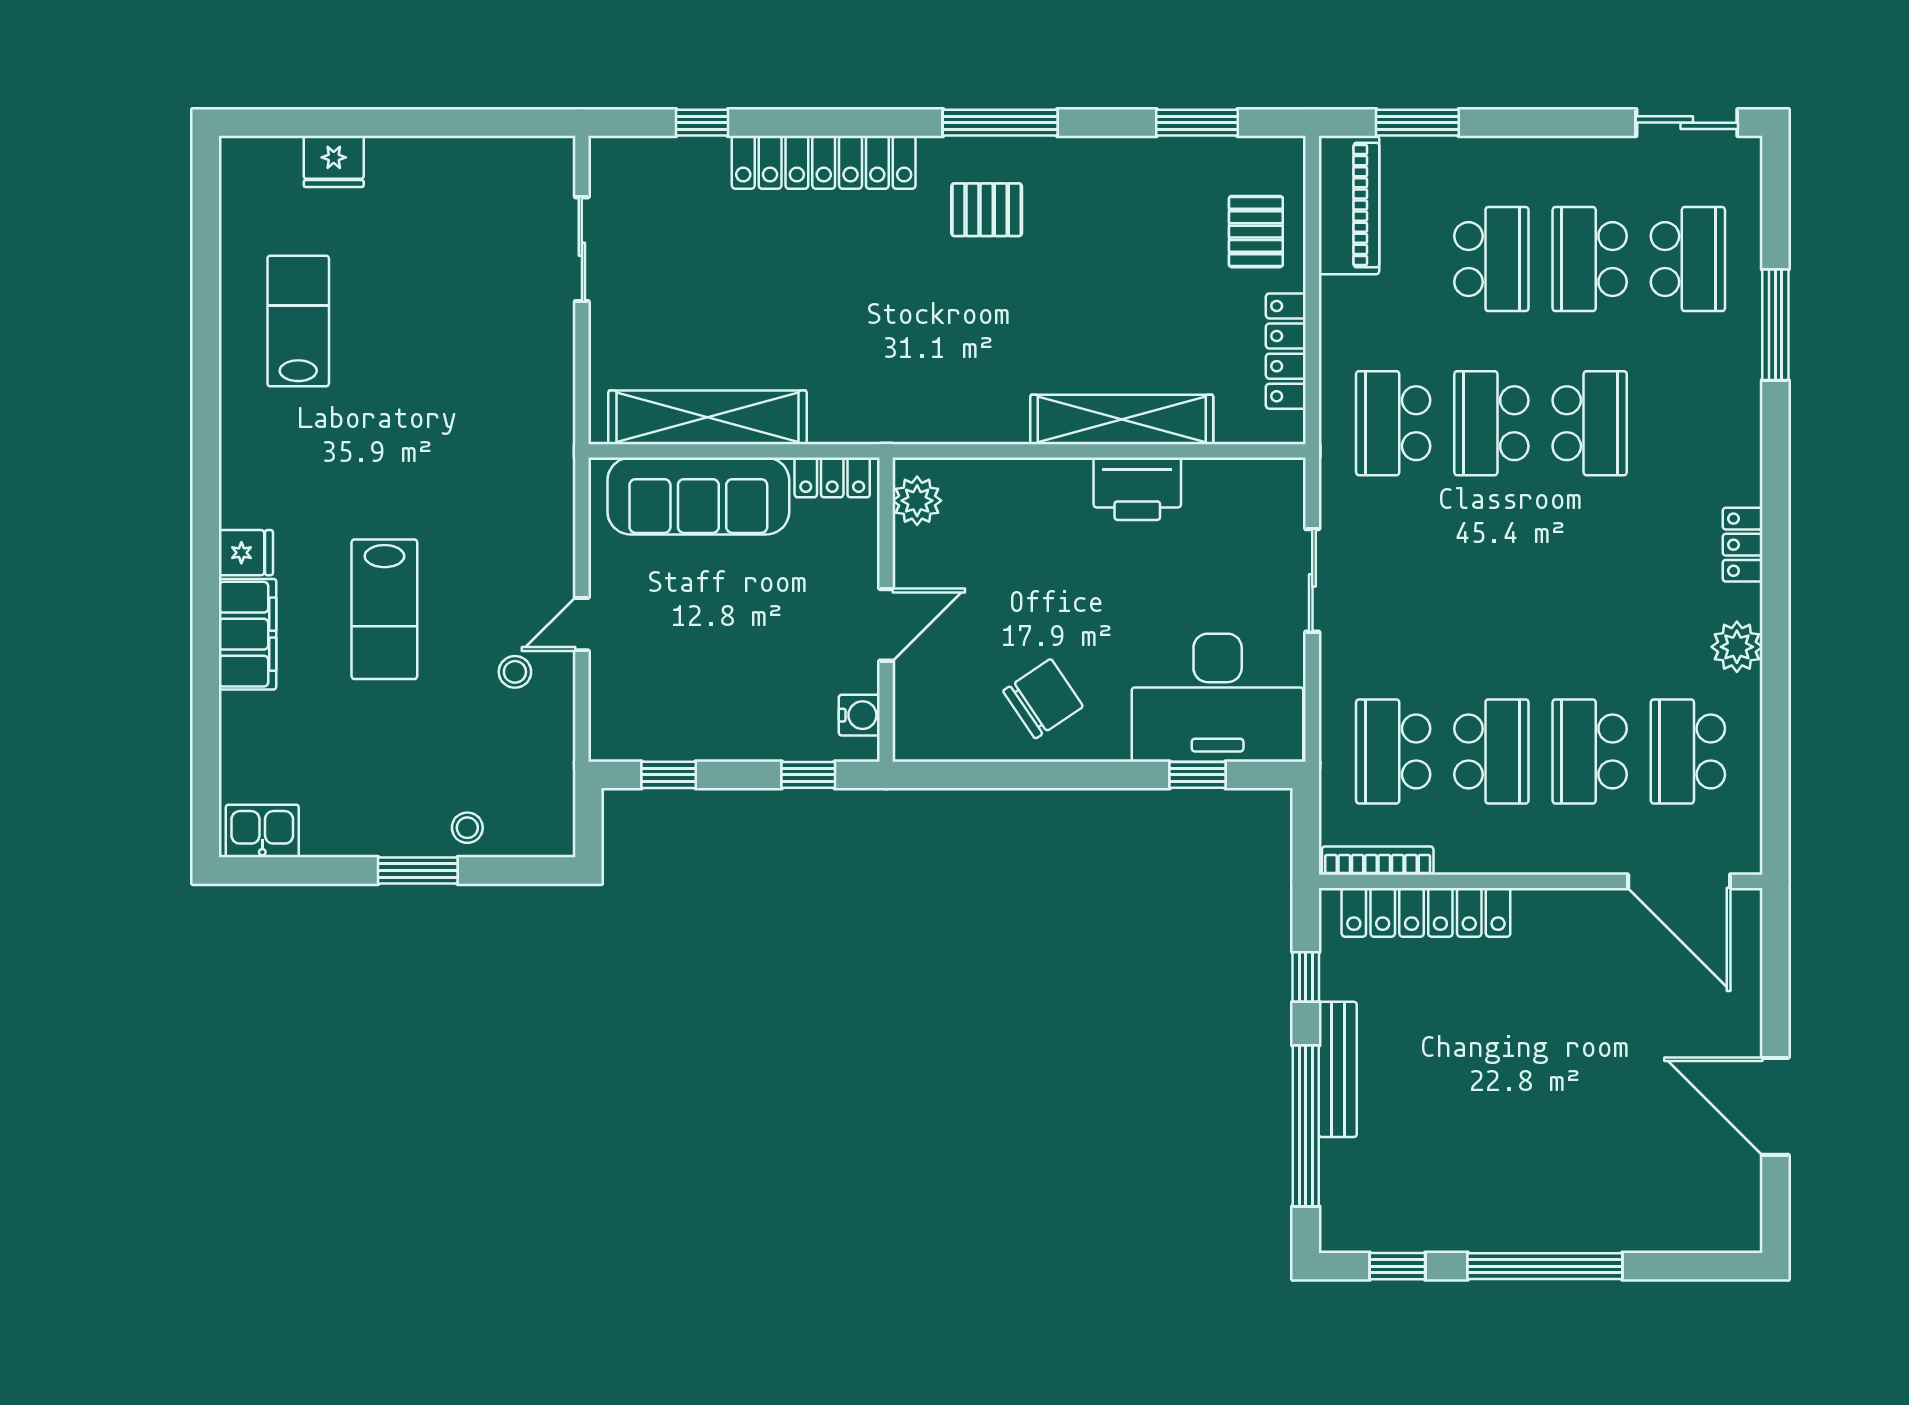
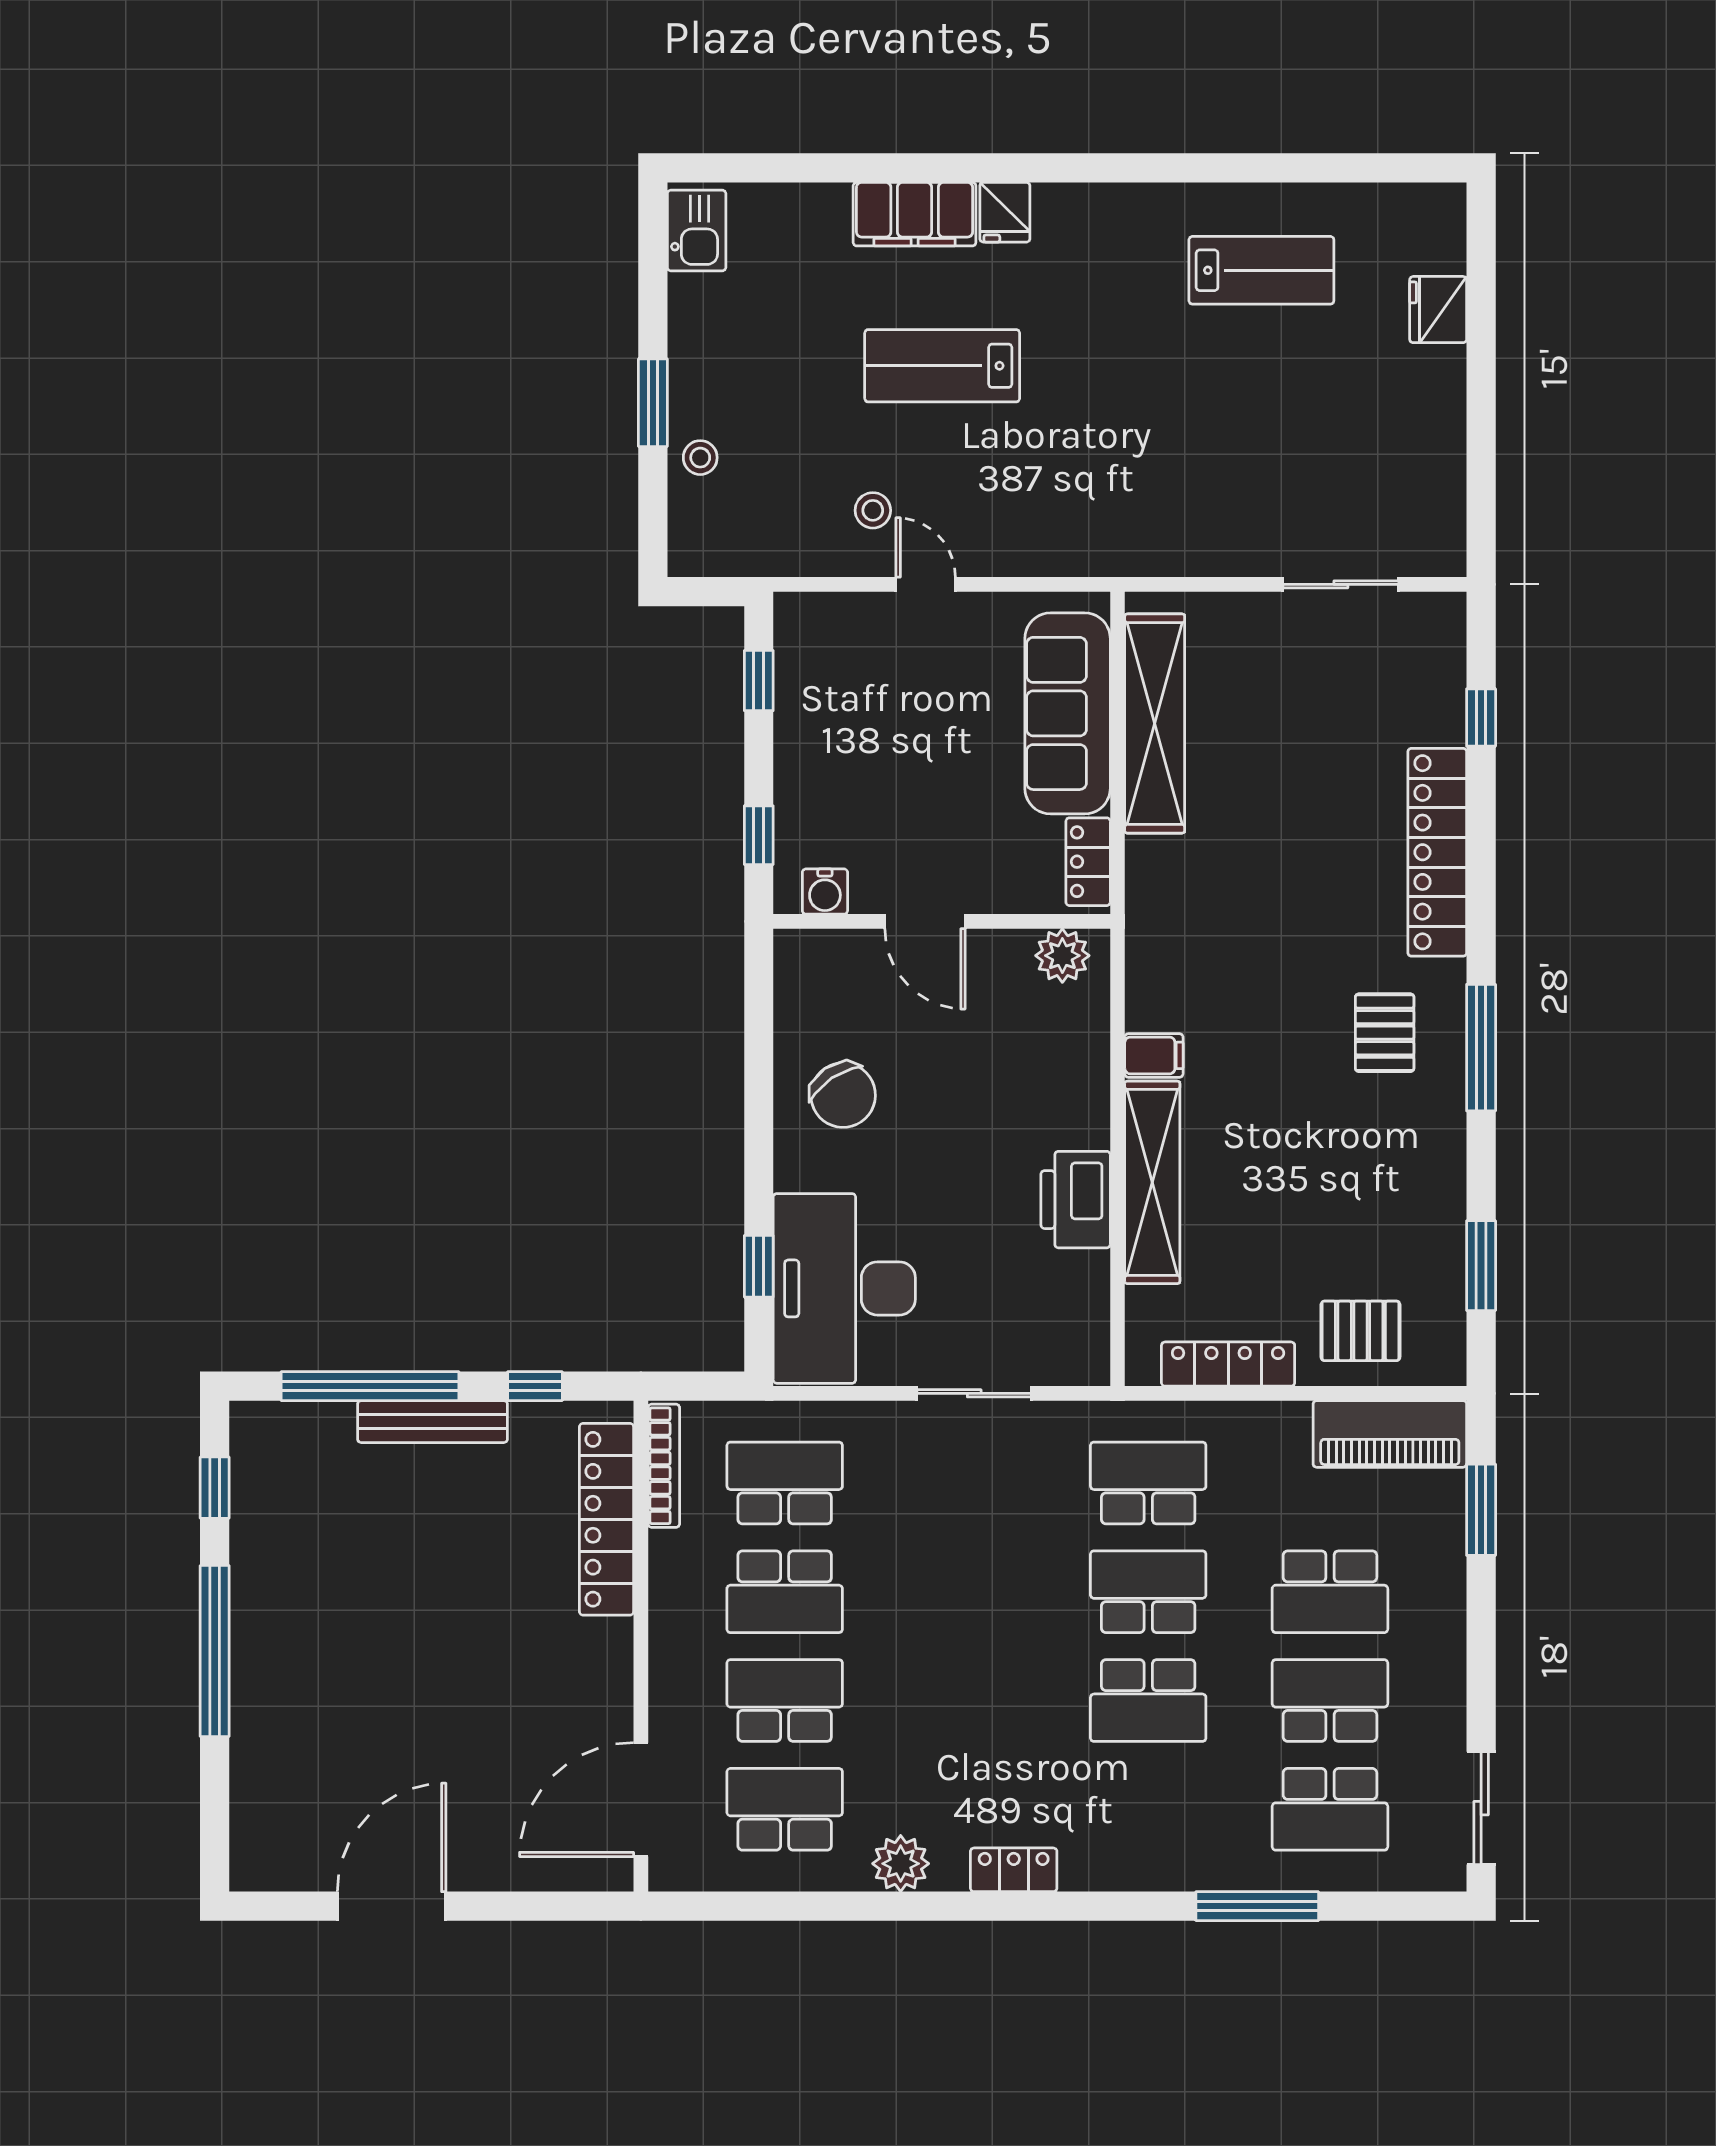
filing cabinet: (1007, 418) -> (1154, 1055), added

